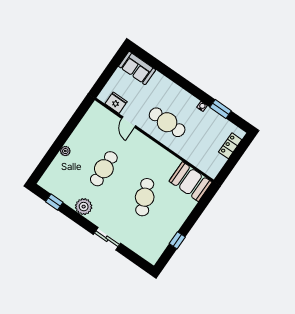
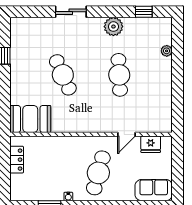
door: (129, 122) -> (126, 134), swing flipped
cafe table: (167, 122) -> (98, 173), moved, turned -75
locker: (230, 146) -> (17, 160), moved
plant: (65, 151) -> (167, 51), moved

